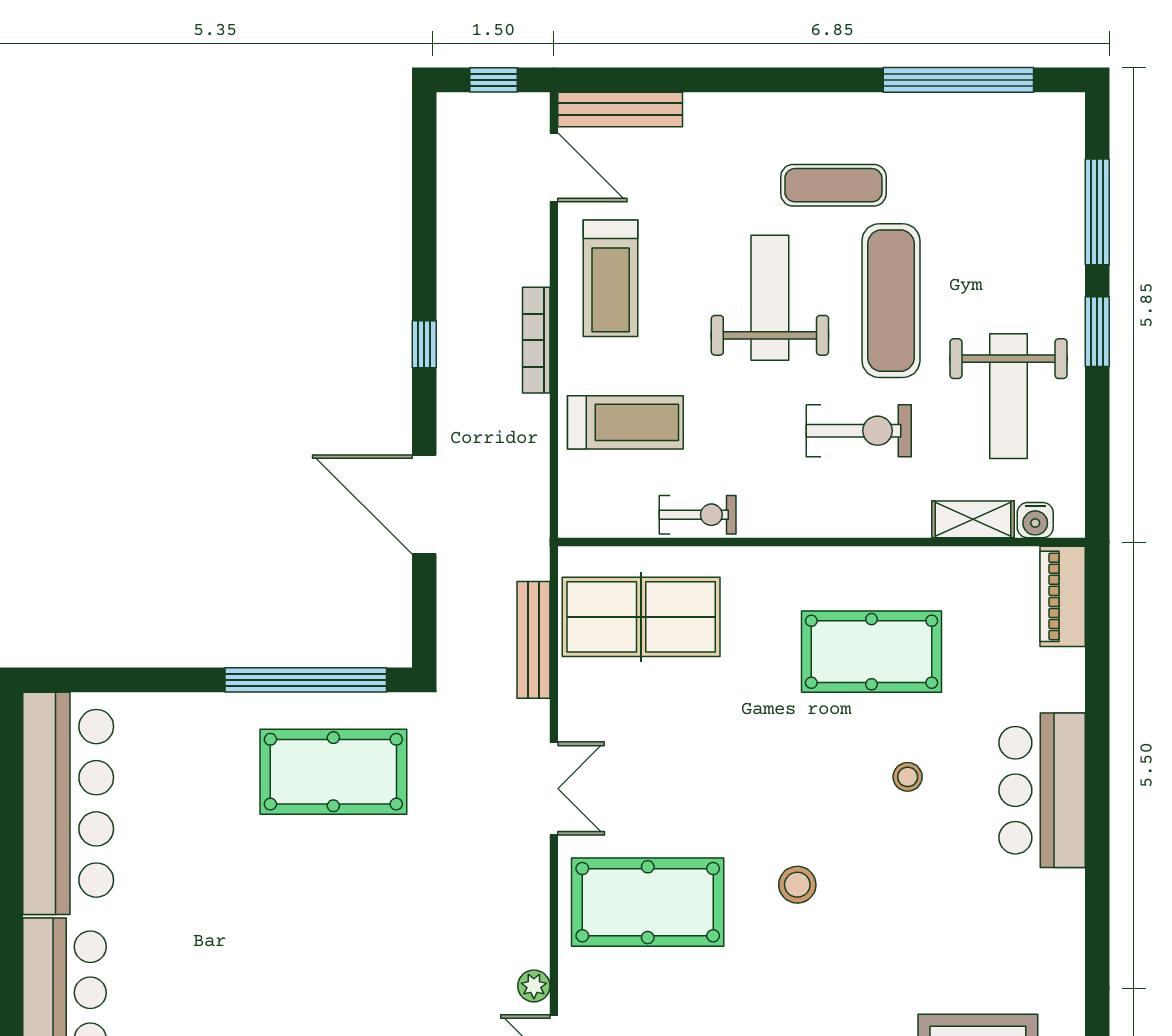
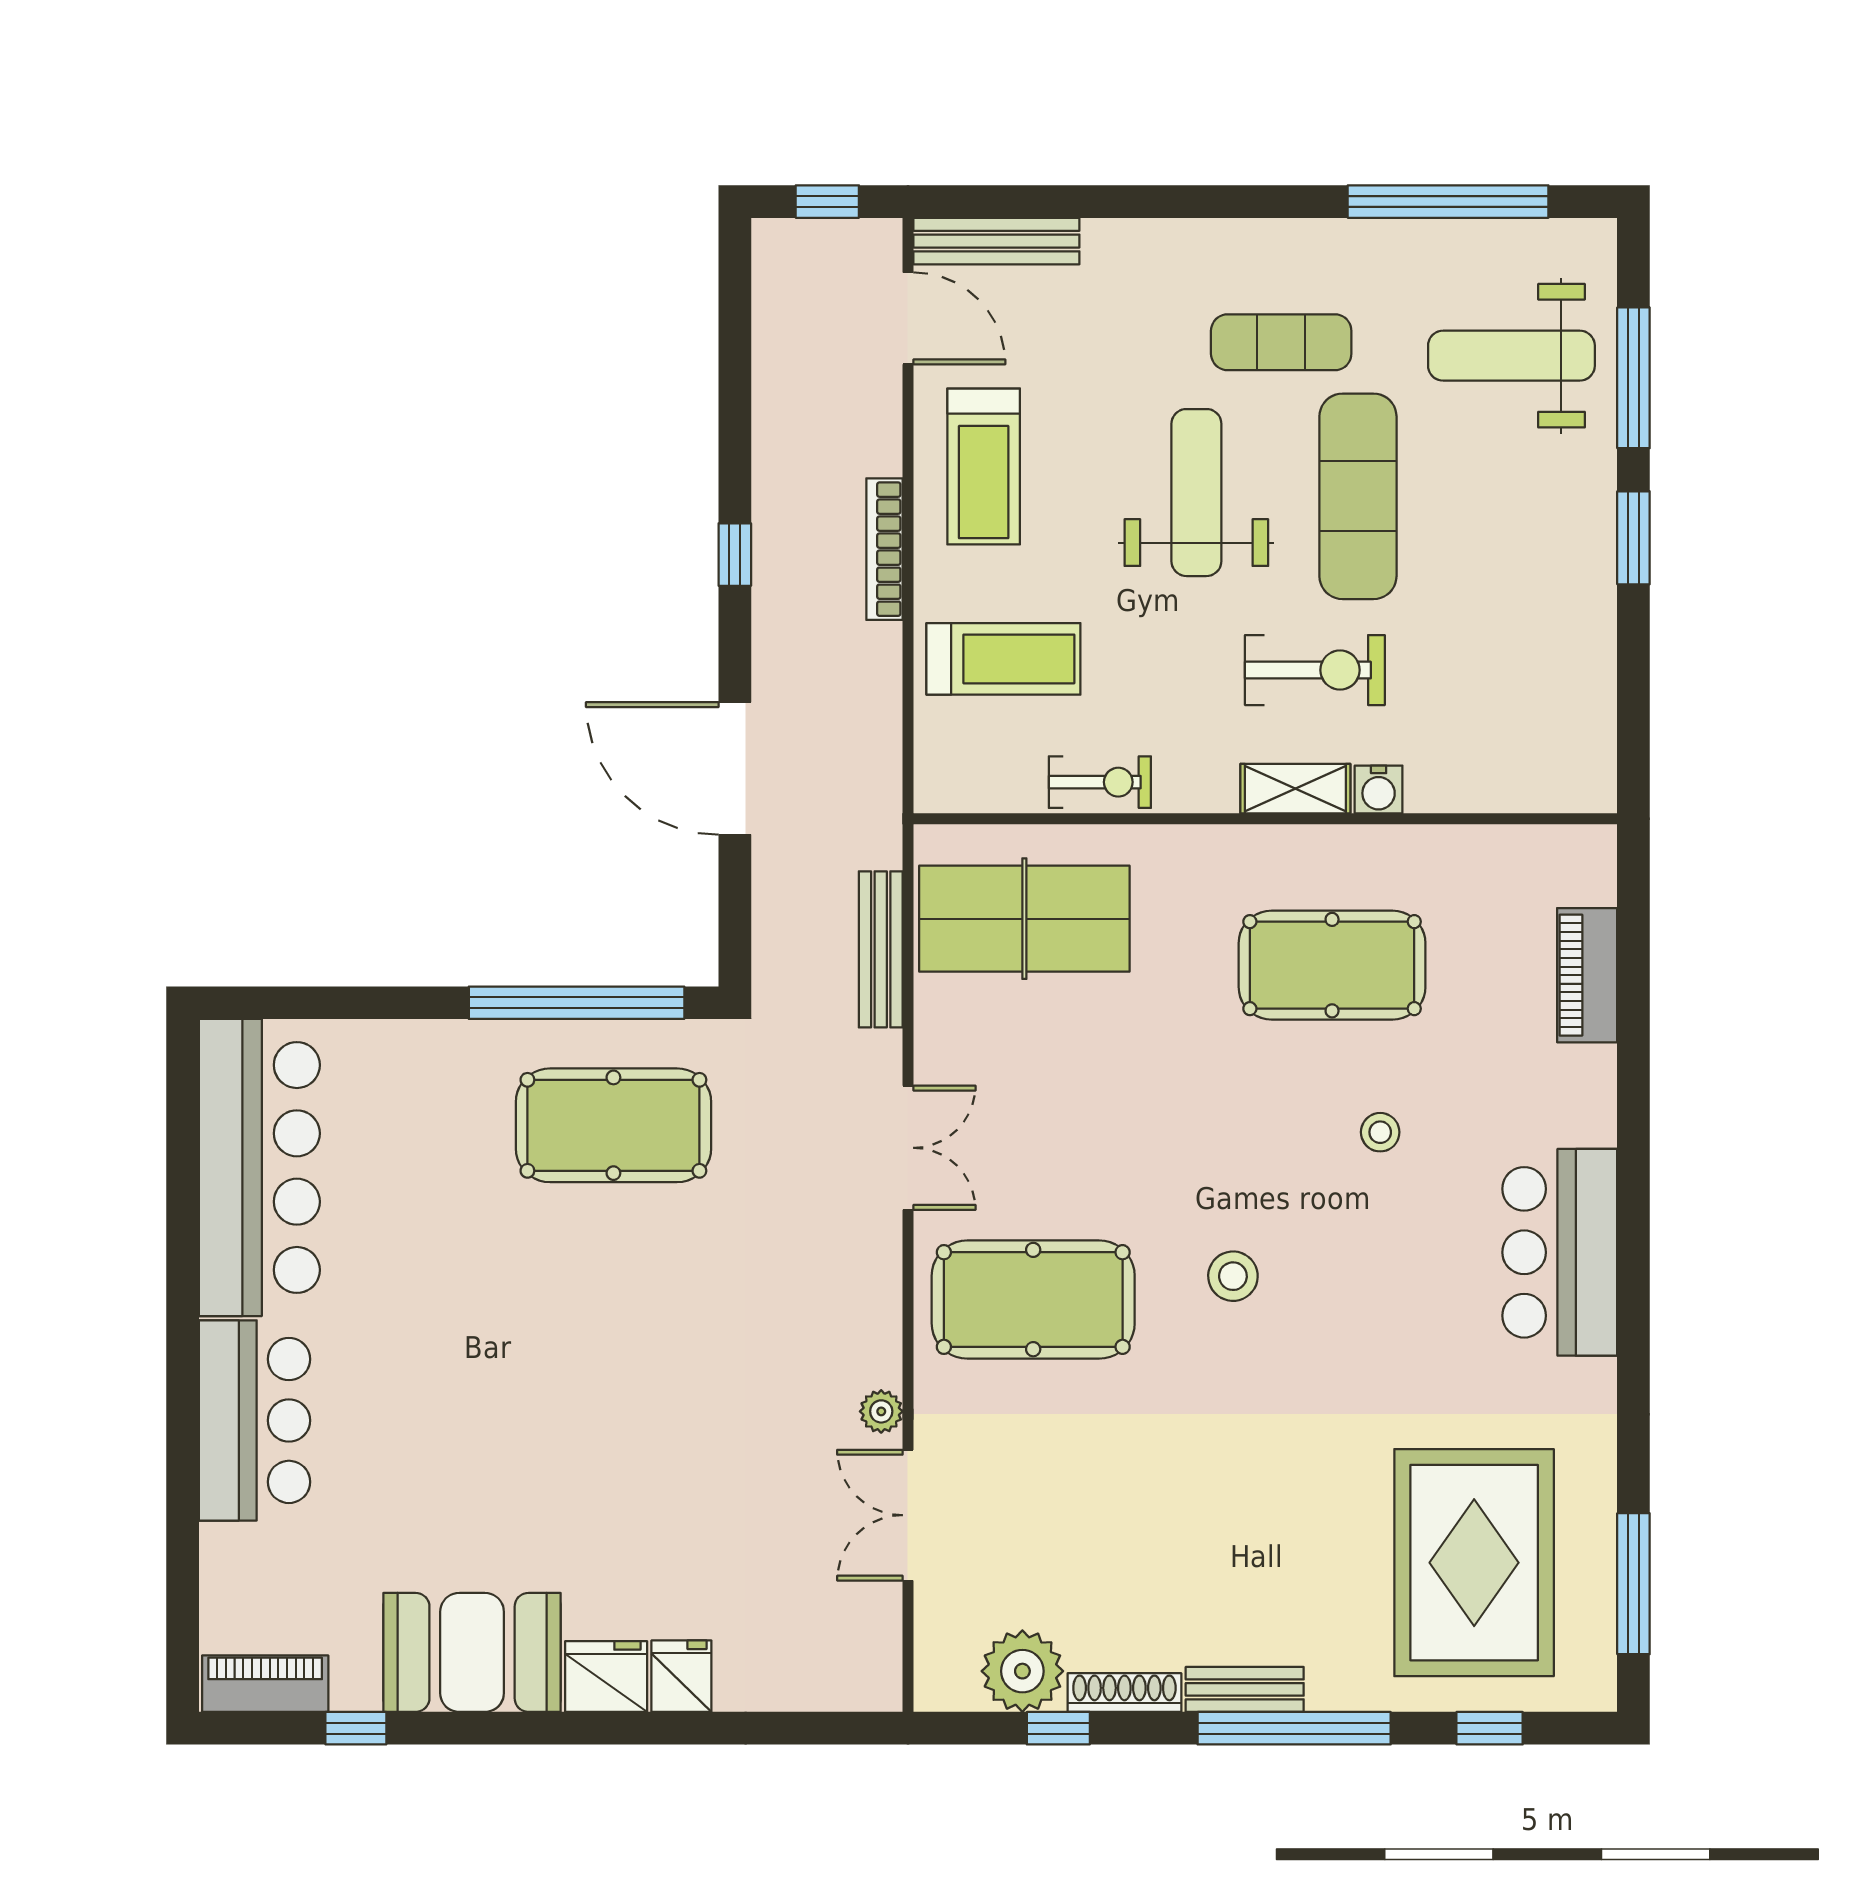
weight bench: (1008, 396) -> (1511, 356), moved, turned 90
shelving: (973, 519) -> (1295, 789), moved
water cooler: (1035, 520) -> (1379, 789), moved
piano: (1063, 596) -> (1587, 975), moved
bar counter: (1042, 790) -> (1560, 1252), moved

